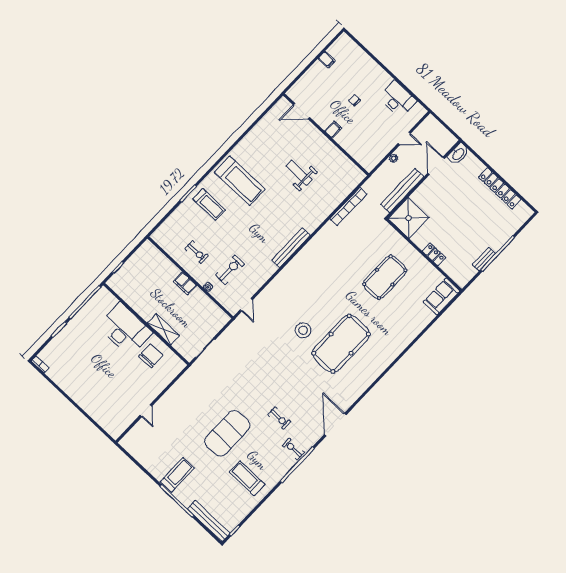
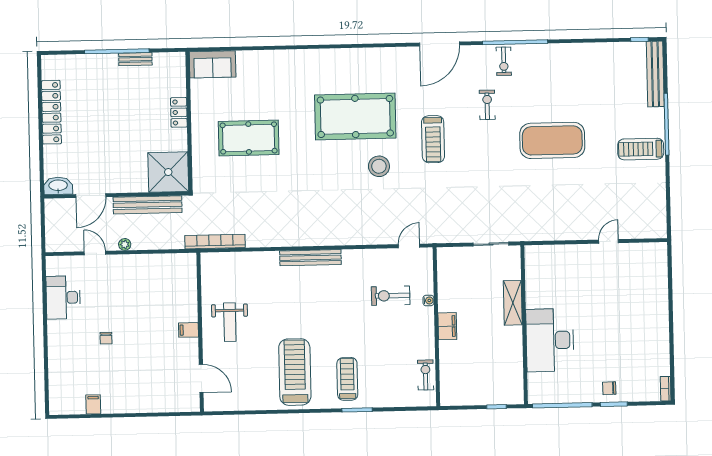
door: (301, 111) -> (201, 378), moved
filing cabinet: (333, 129) -> (188, 330), moved
wall: (326, 134) -> (200, 332), moved
exercise bike: (197, 252) -> (426, 375), moved
chair: (151, 356) -> (609, 388), moved, width x0.54, depth x0.54
treadmill: (247, 478) -> (433, 139), moved

